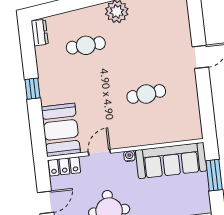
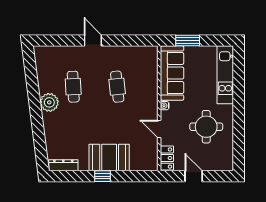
dresser: (40, 33) -> (63, 165), width x1.44
cafe table: (86, 45) -> (73, 87), moved
booth: (61, 130) -> (109, 157), moved

